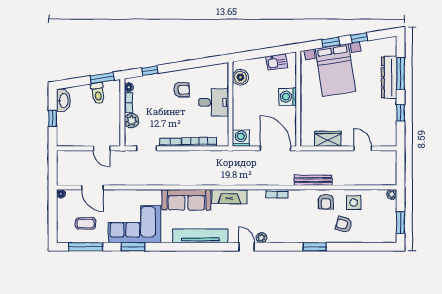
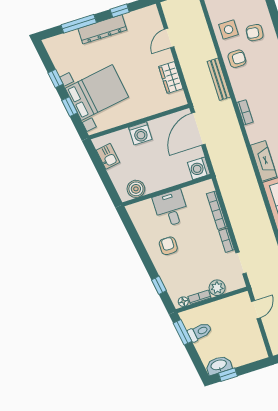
dresser: (389, 77) -> (102, 29), moved
window: (53, 118) -> (228, 375), moved
armchair: (344, 225) -> (255, 33), turned 80

